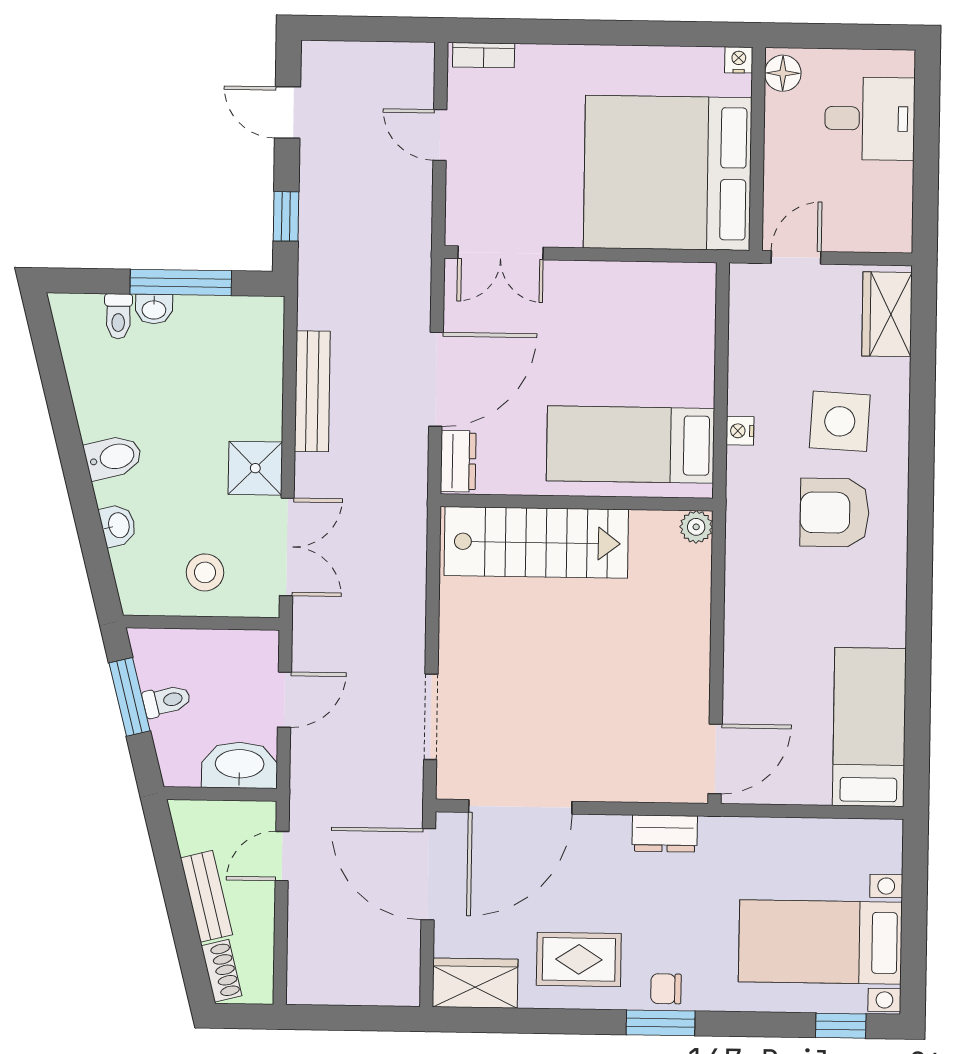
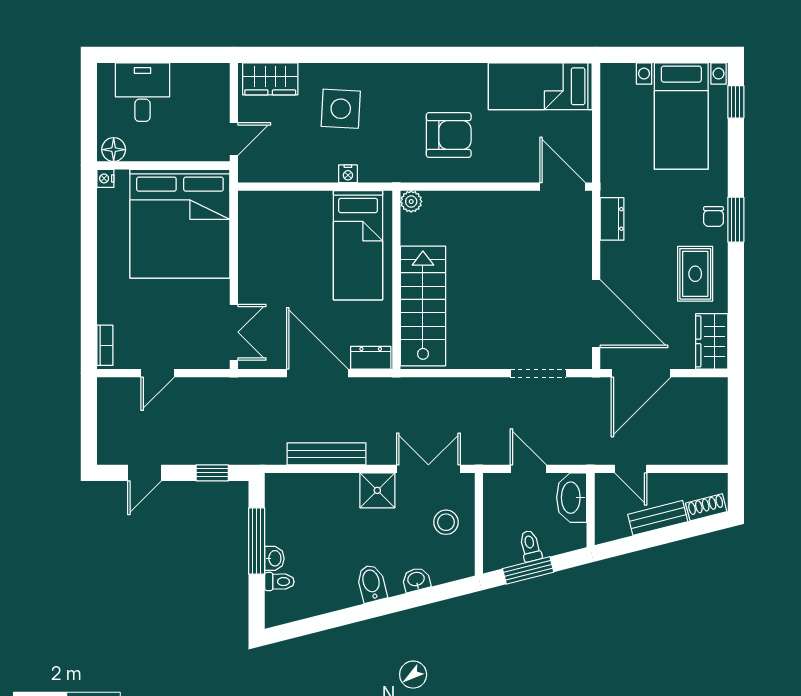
door: (796, 257) -> (234, 139), swing flipped
armchair: (835, 513) -> (449, 135), moved, turned -90

